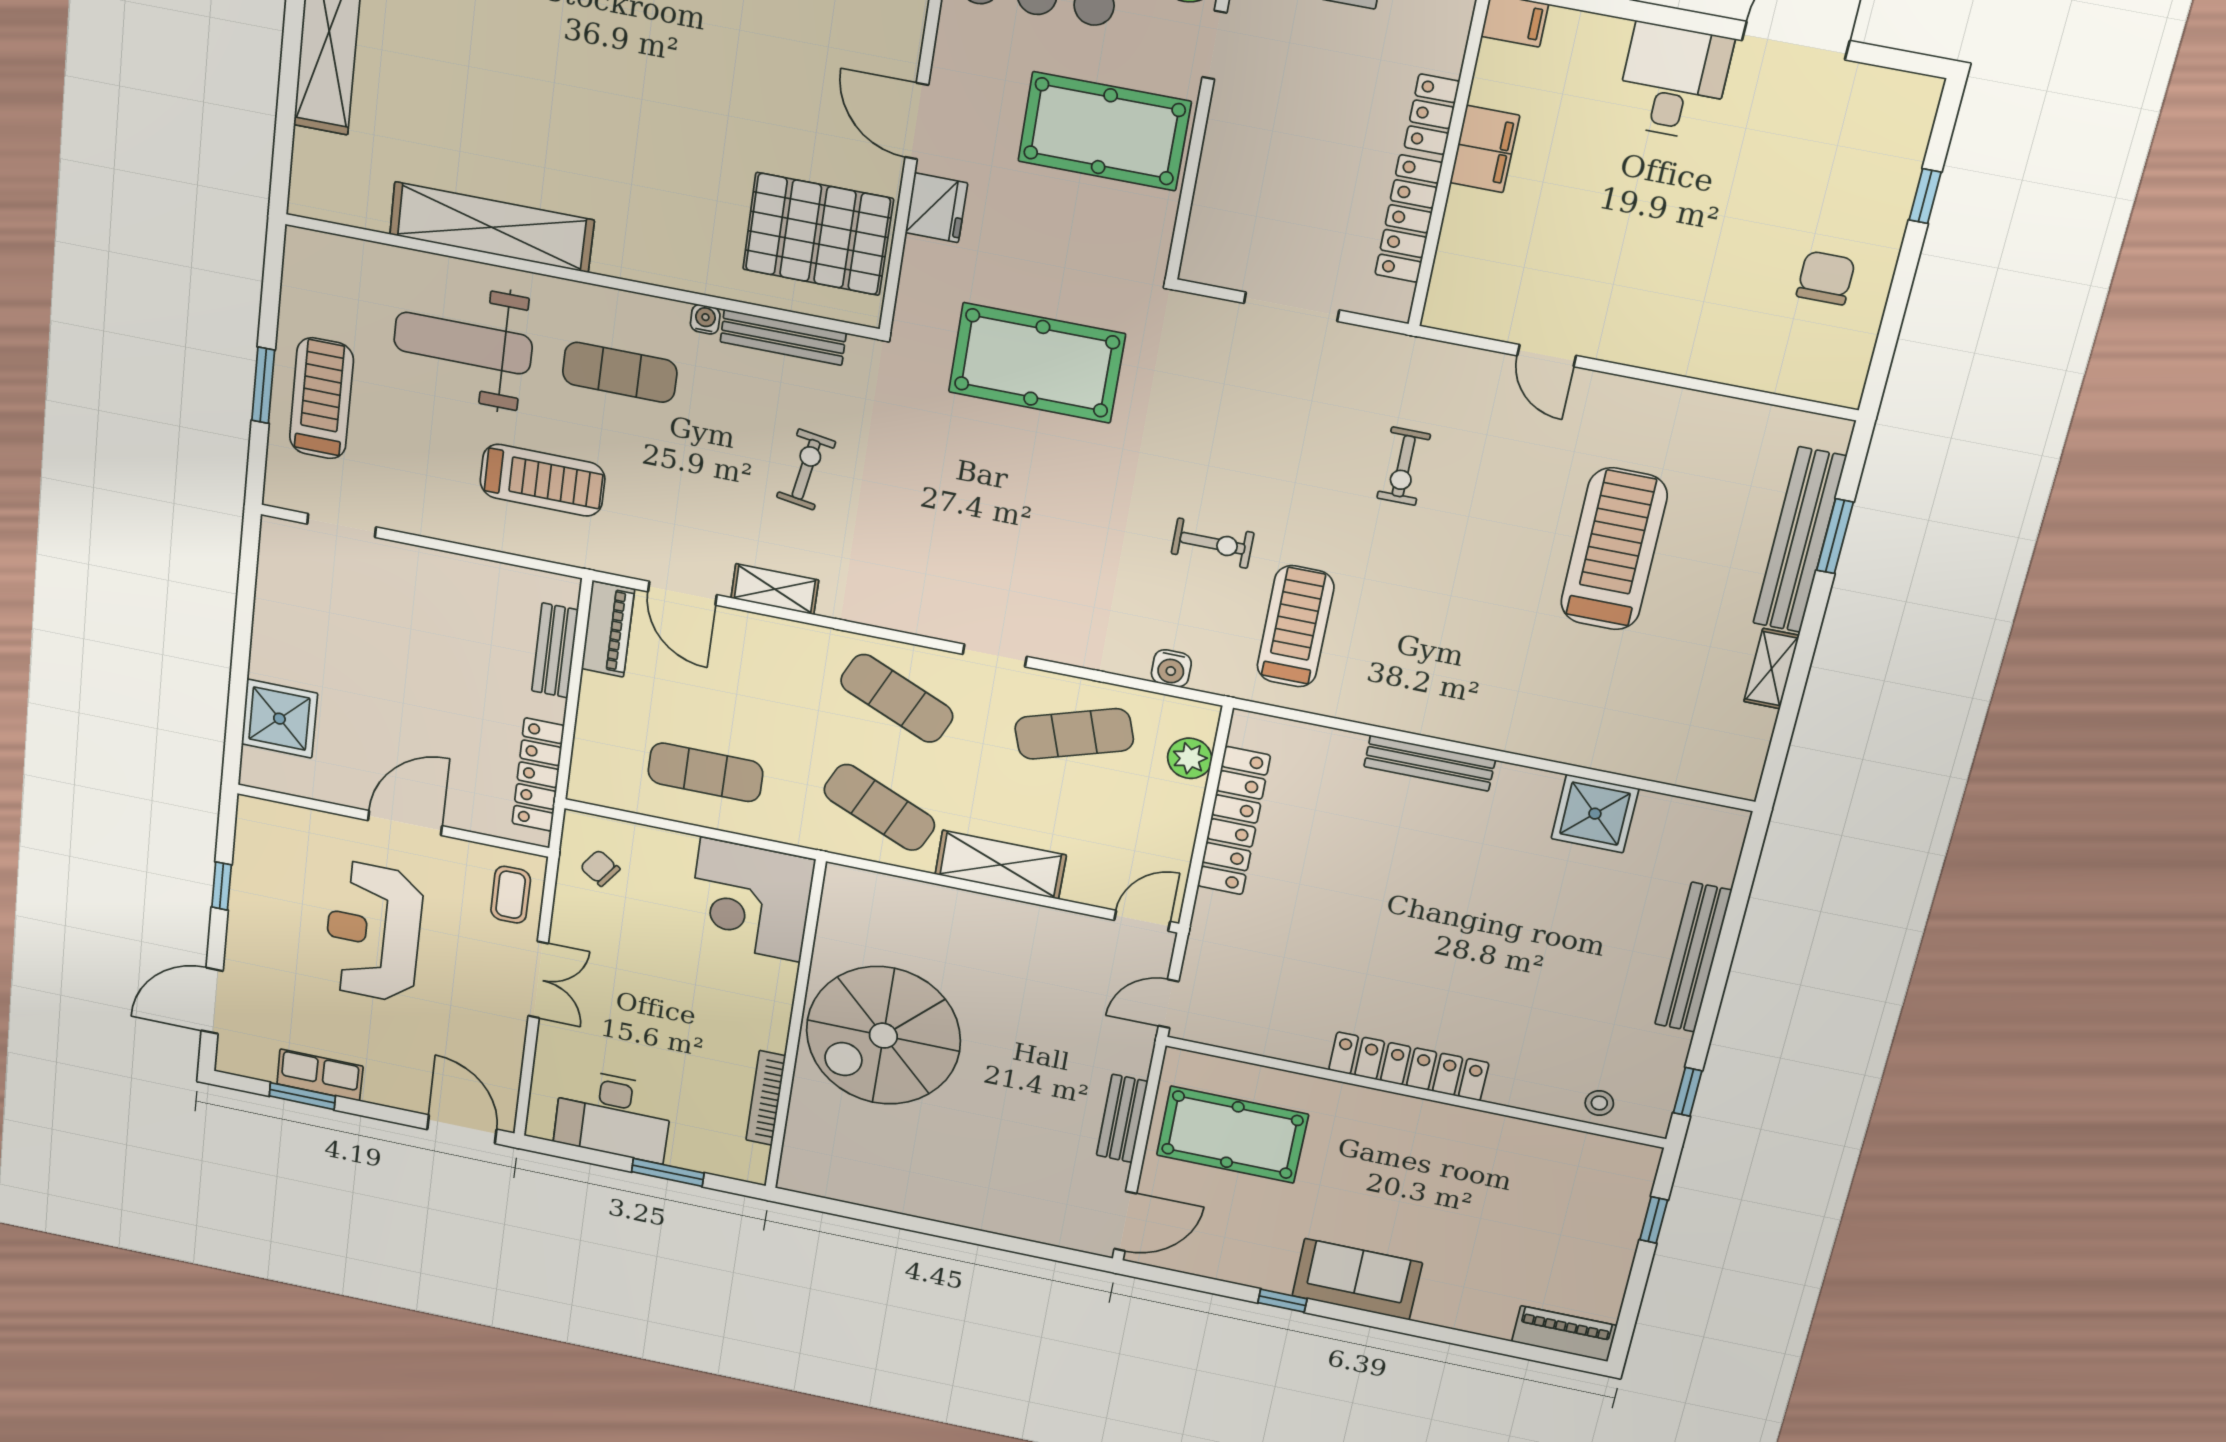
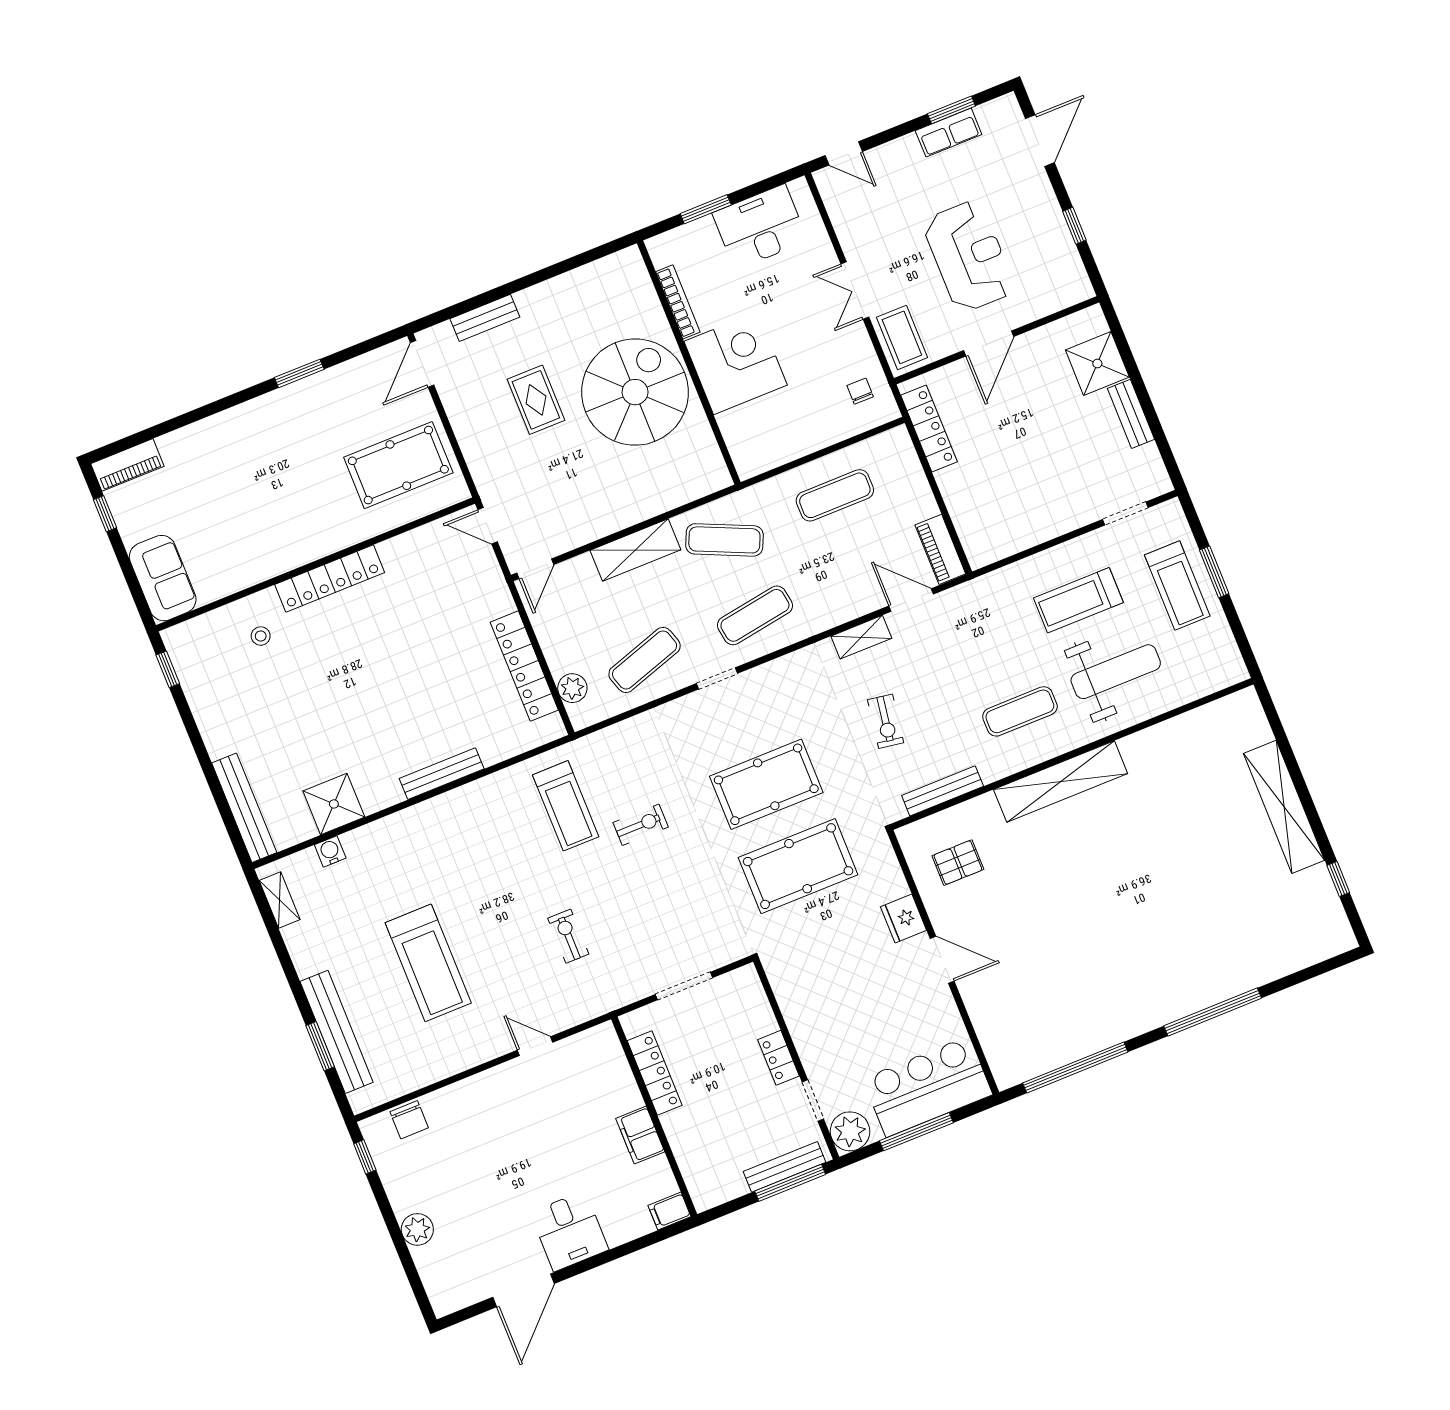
locker: (1432, 114) -> (779, 1058), moved, turned 180
pool table: (1104, 131) -> (766, 784), moved
window: (1925, 196) -> (365, 1157), moved
plant: (1882, 218) -> (417, 1229), added
shelving: (492, 227) -> (1061, 782), moved
pallet: (818, 234) -> (958, 863), width x0.49, depth x0.50
chair: (1826, 278) -> (409, 1120), moved
water cooler: (705, 319) -> (991, 774), removed
treadmill: (542, 480) -> (1078, 600), moved
exercise bike: (1213, 543) -> (641, 825), turned 180
bench: (555, 651) -> (1131, 414), moved
water cooler: (1171, 668) -> (330, 851), moved
shelving: (1772, 669) -> (280, 900), moved
exercise mat: (897, 698) -> (755, 615), turned -33
chair: (600, 868) -> (860, 391), turned -125
coffee table: (511, 895) -> (902, 337), width x1.36, depth x1.30
corner desk: (751, 900) -> (736, 363), moved
bench: (1693, 958) -> (244, 808), moved
door: (1169, 1004) -> (488, 526), swing flipped
rug: (1012, 1101) -> (536, 400), added
stool: (1599, 1103) -> (261, 636), moved
bench: (1122, 1118) -> (485, 318), moved, turned 90
door: (462, 1129) -> (844, 153), width x0.73
window: (1654, 1220) -> (105, 514), moved
sofa: (1357, 1279) -> (163, 578), moved, turned -90
window: (1282, 1301) -> (299, 373), width x1.50

